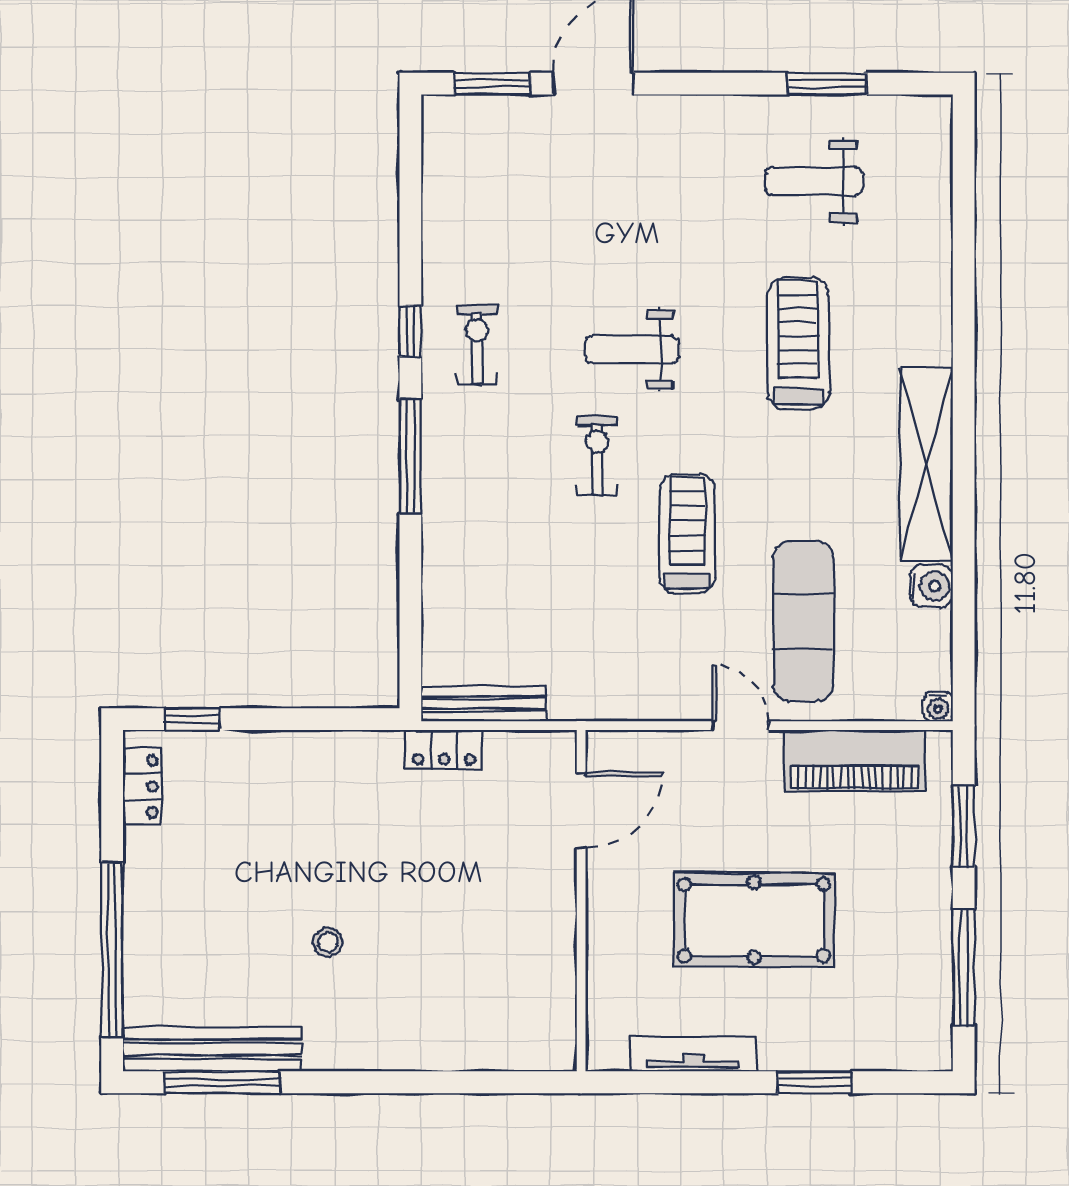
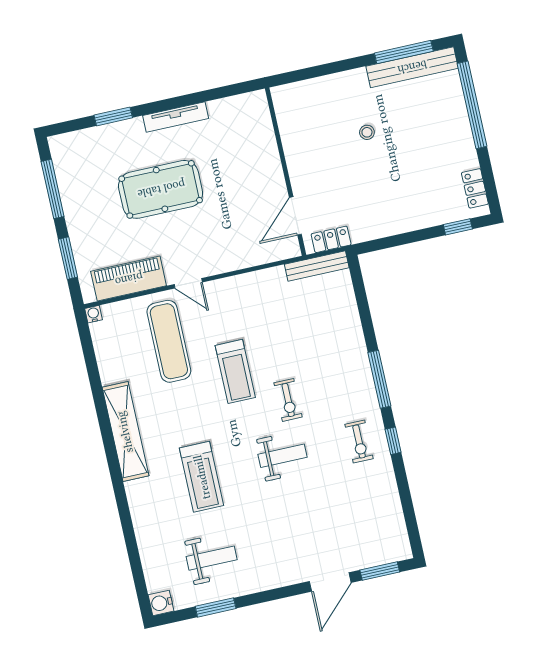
water cooler: (931, 586) -> (161, 603), moved
door: (581, 810) -> (295, 216), moved
wall: (581, 901) -> (286, 172), moved

